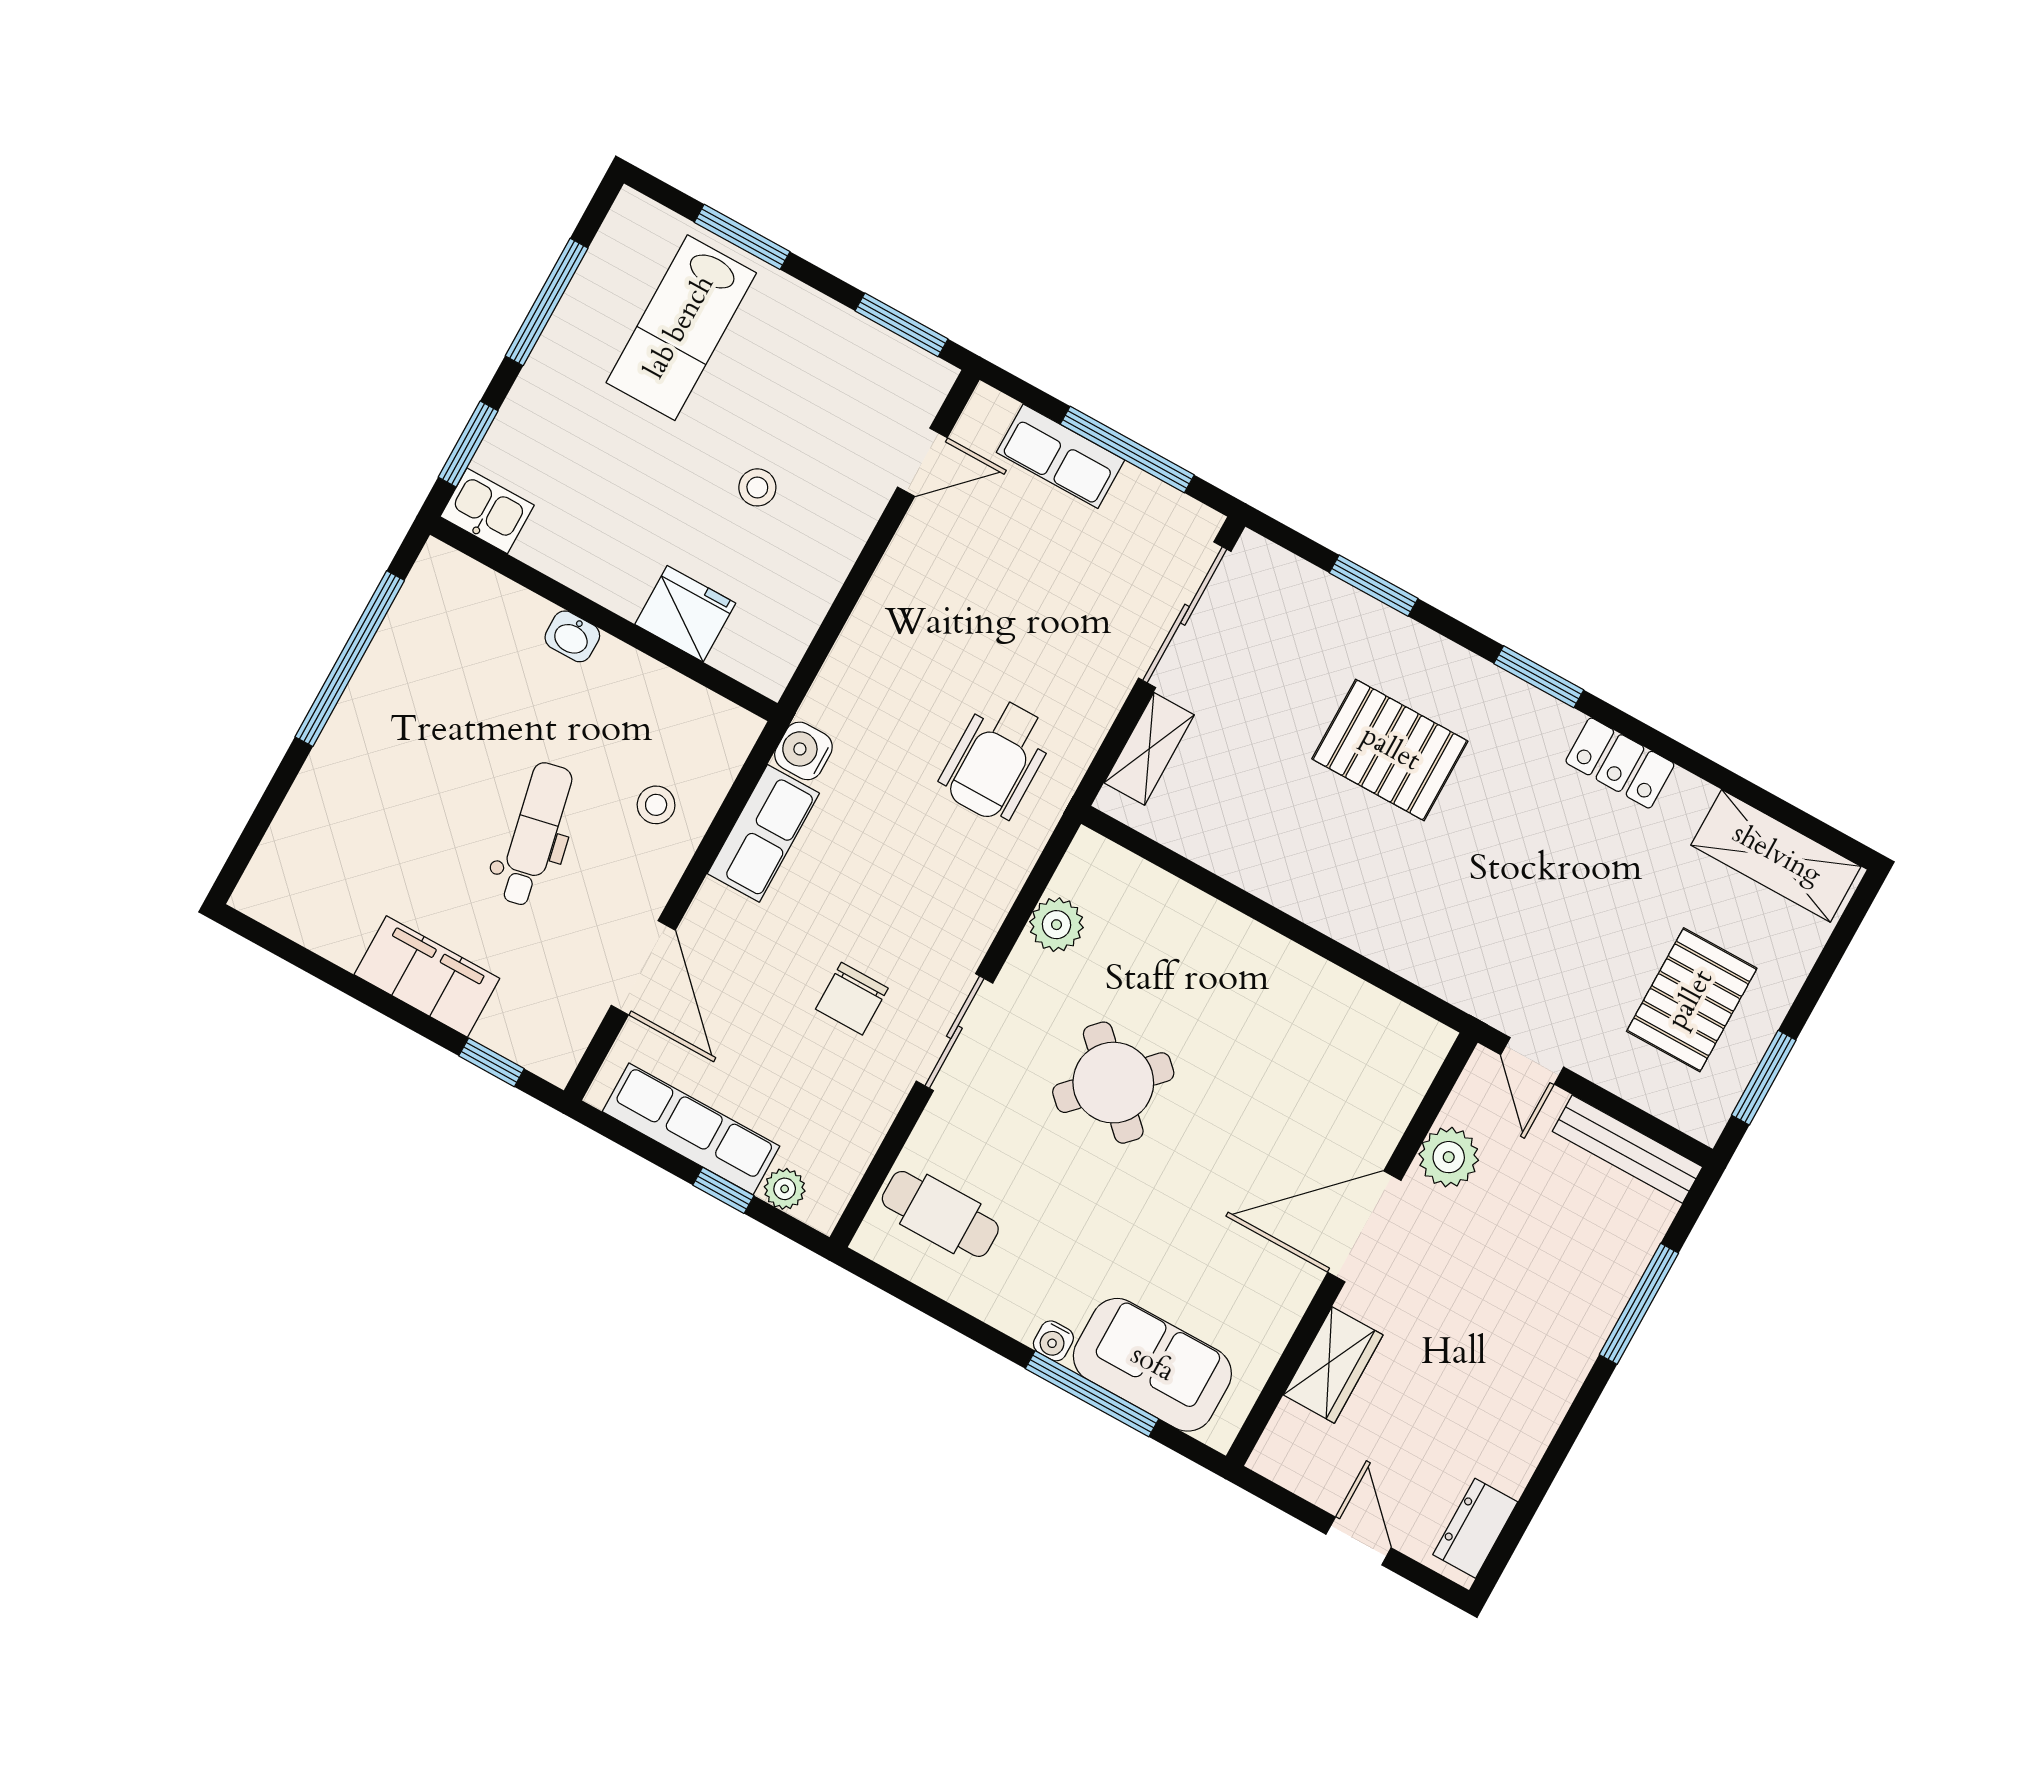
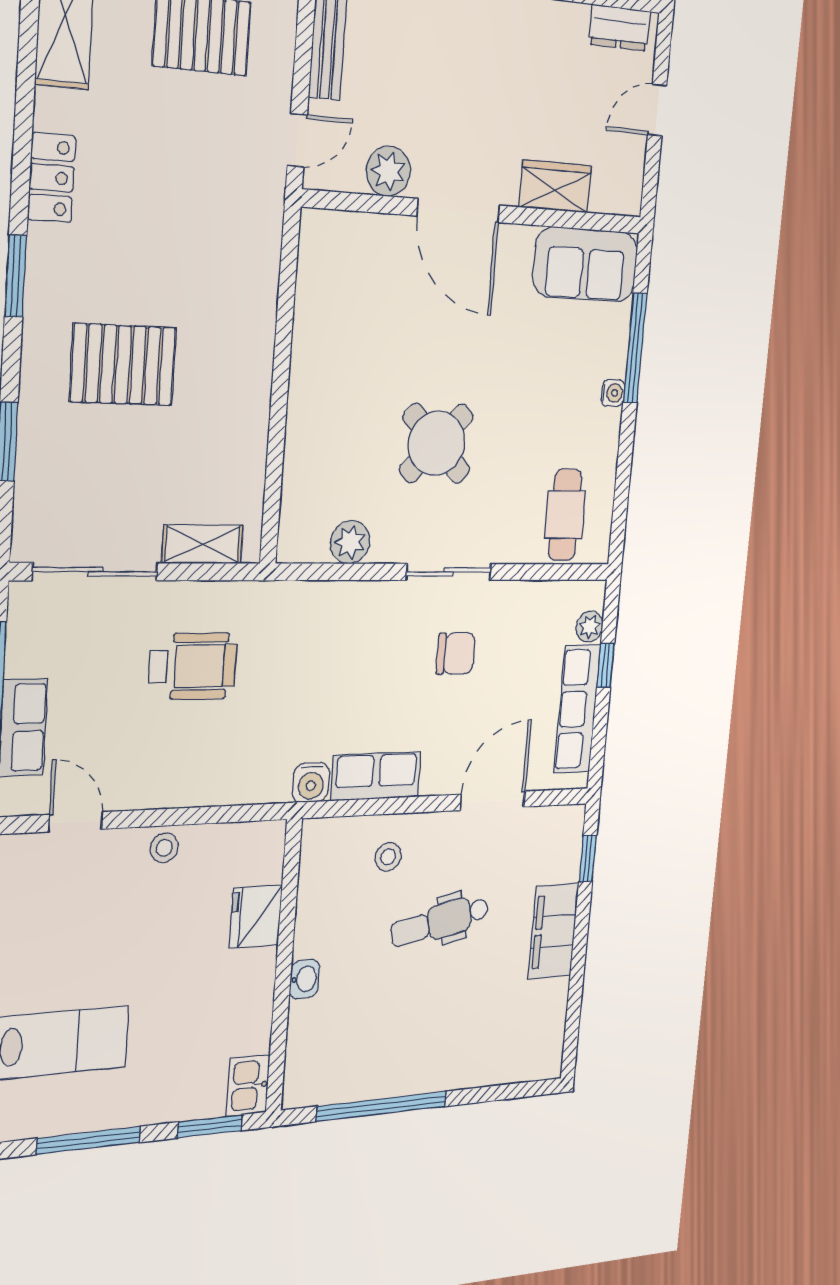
stool: (757, 487) -> (164, 848), moved
pallet: (1390, 750) -> (123, 365), turned 90
wheelchair: (996, 759) -> (193, 666), moved
sofa: (1152, 1365) -> (585, 264), moved, turned -90

